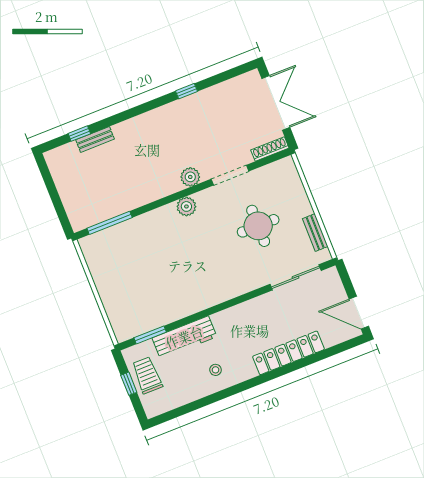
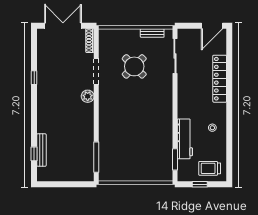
bench: (95, 139) -> (41, 150), width x1.36
plant: (186, 206) -> (105, 106), removed
round table: (258, 226) -> (134, 66), turned 45
trolley: (147, 375) -> (210, 168), moved

